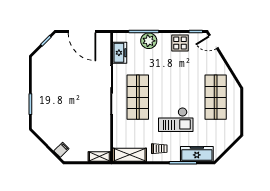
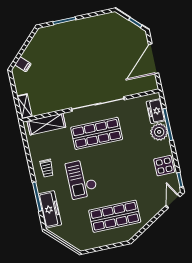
freezer: (120, 53) -> (156, 111), moved, turned 90
shelving: (130, 155) -> (46, 124), moved, turned 90

